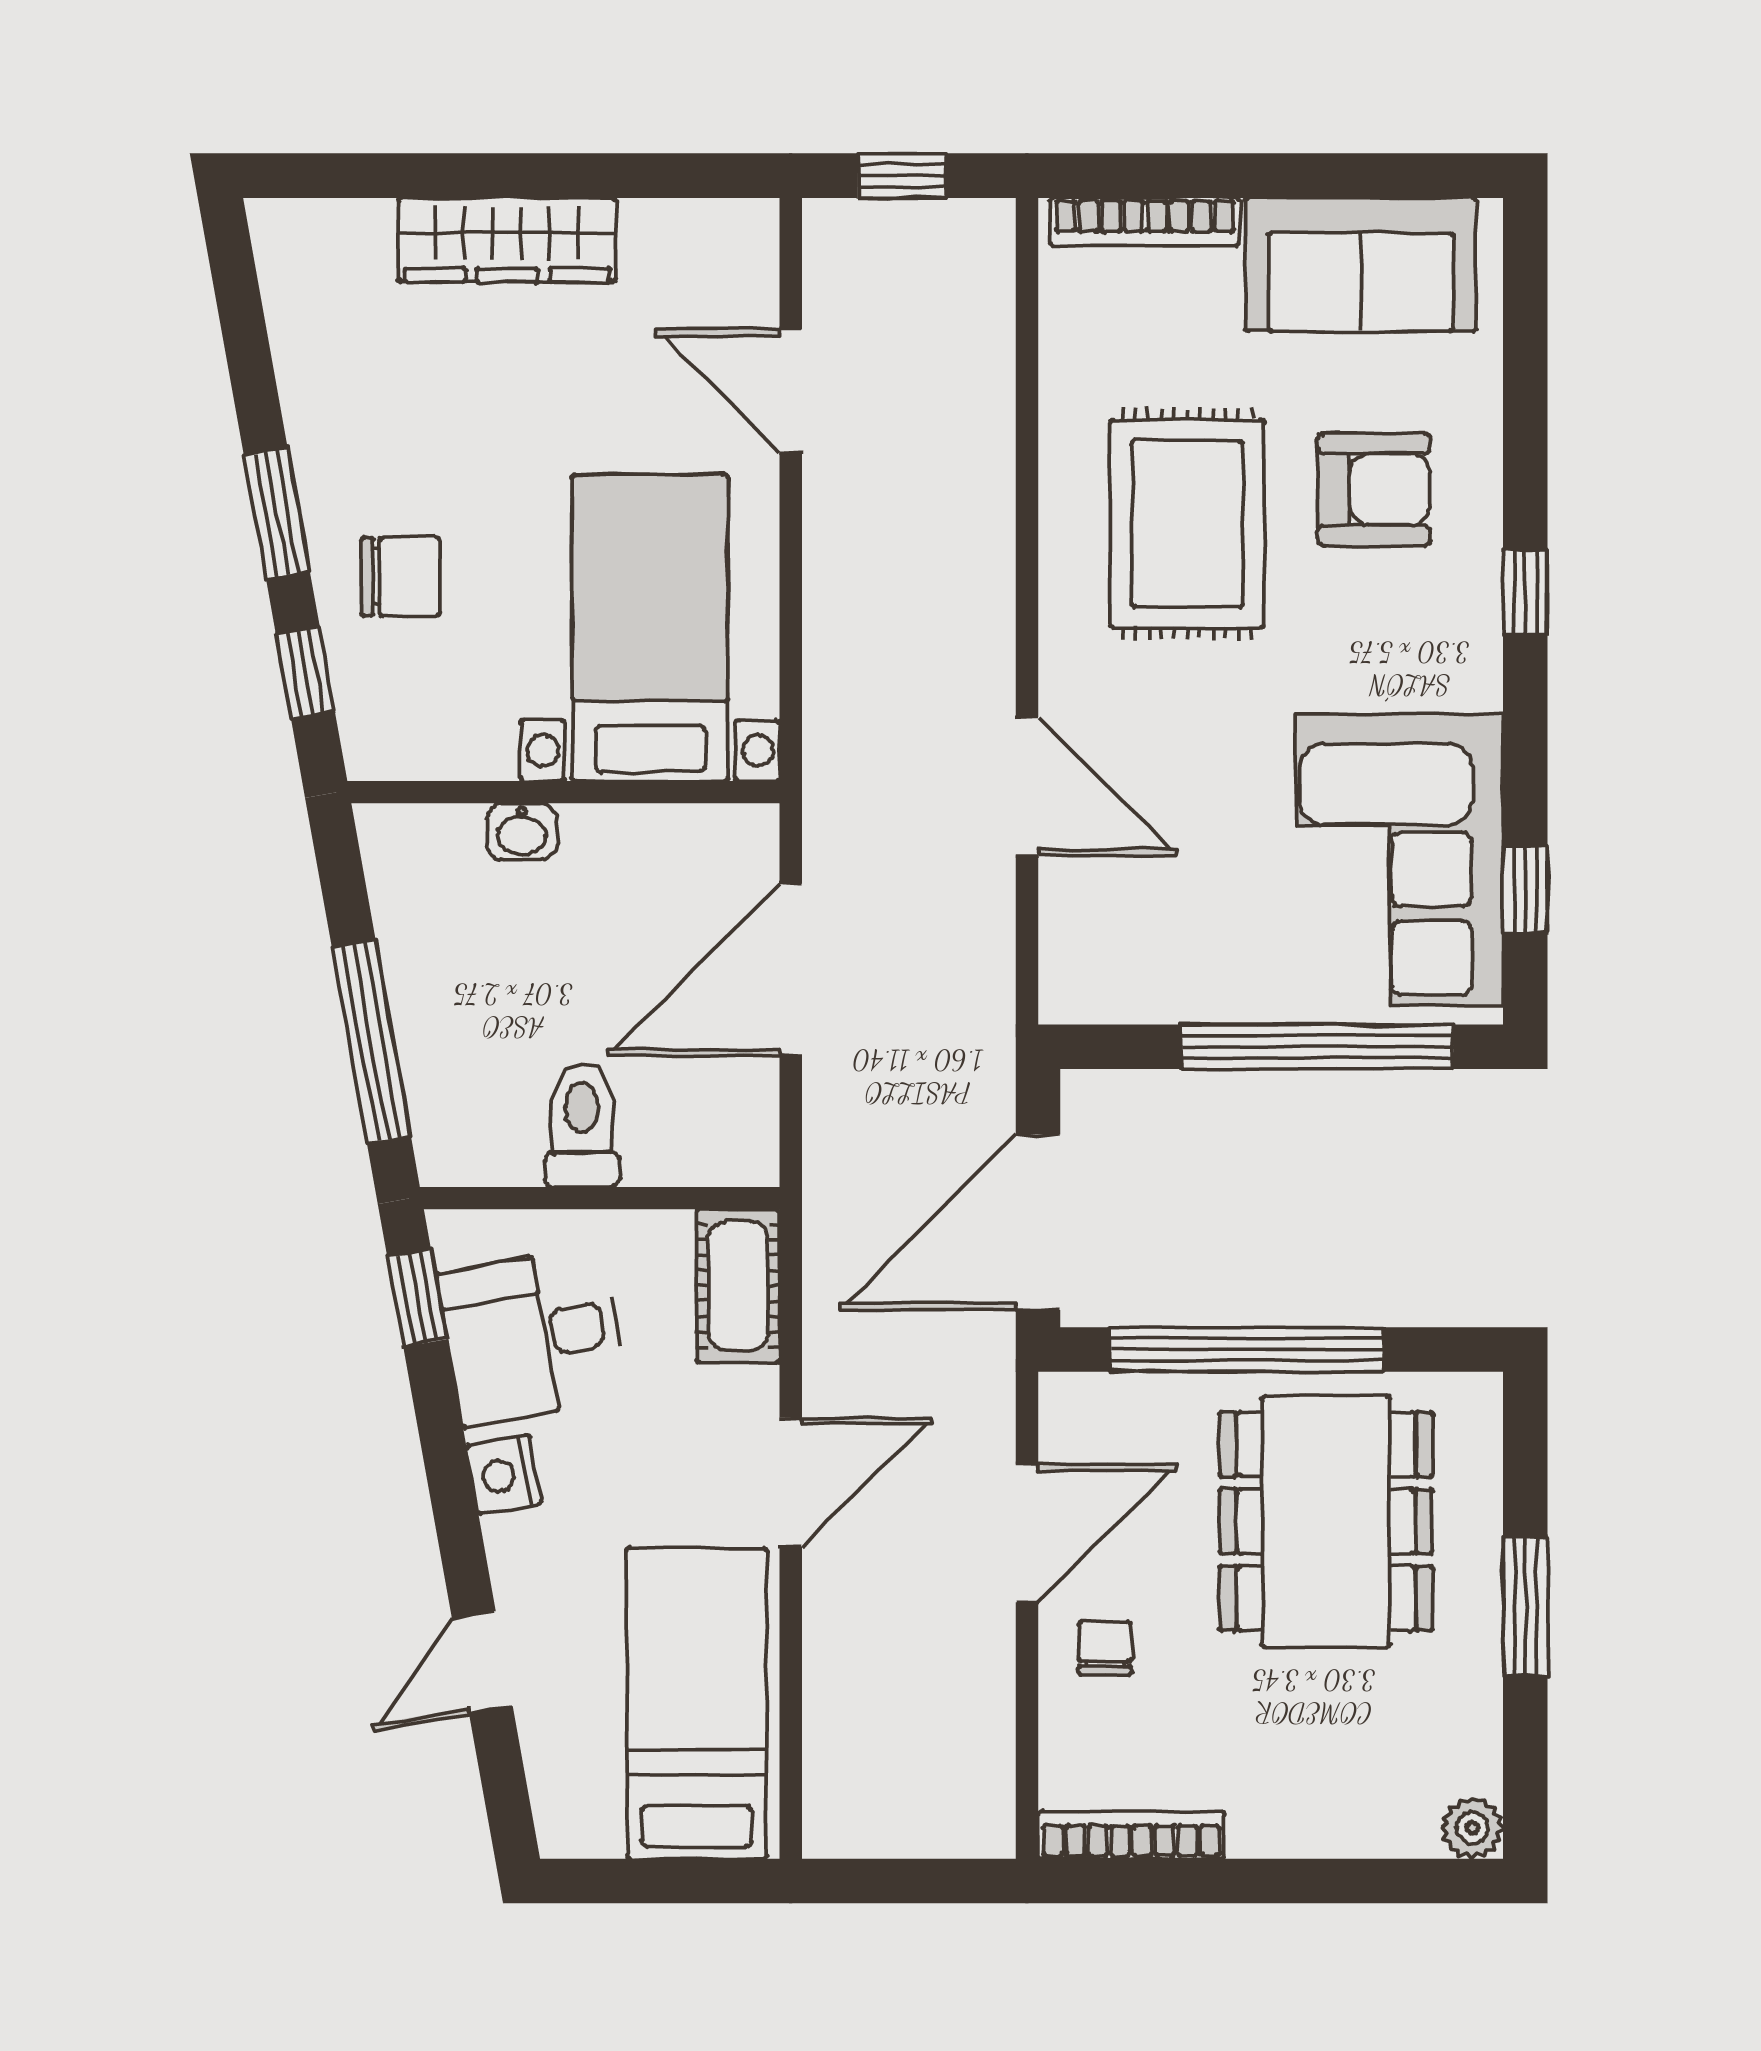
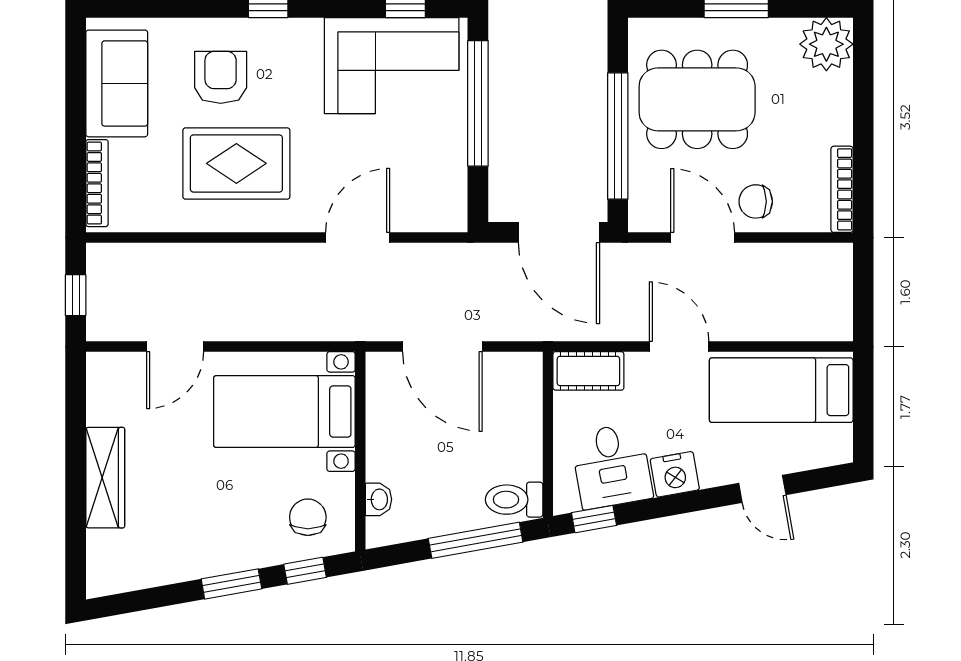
chair: (400, 577) -> (308, 517), moved
washbasin: (522, 832) -> (379, 499), moved
toilet: (582, 1125) -> (514, 500), moved
nightstand: (504, 1475) -> (675, 474), width x1.36, depth x1.33
chair: (1105, 1648) -> (756, 201), width x1.37, depth x1.37
plant: (1472, 1828) -> (826, 44), width x1.88, depth x1.88

